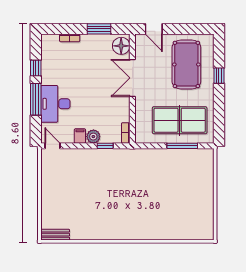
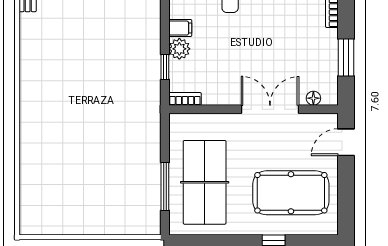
floor lamp: (121, 46) -> (313, 98), width x0.53, depth x0.53

